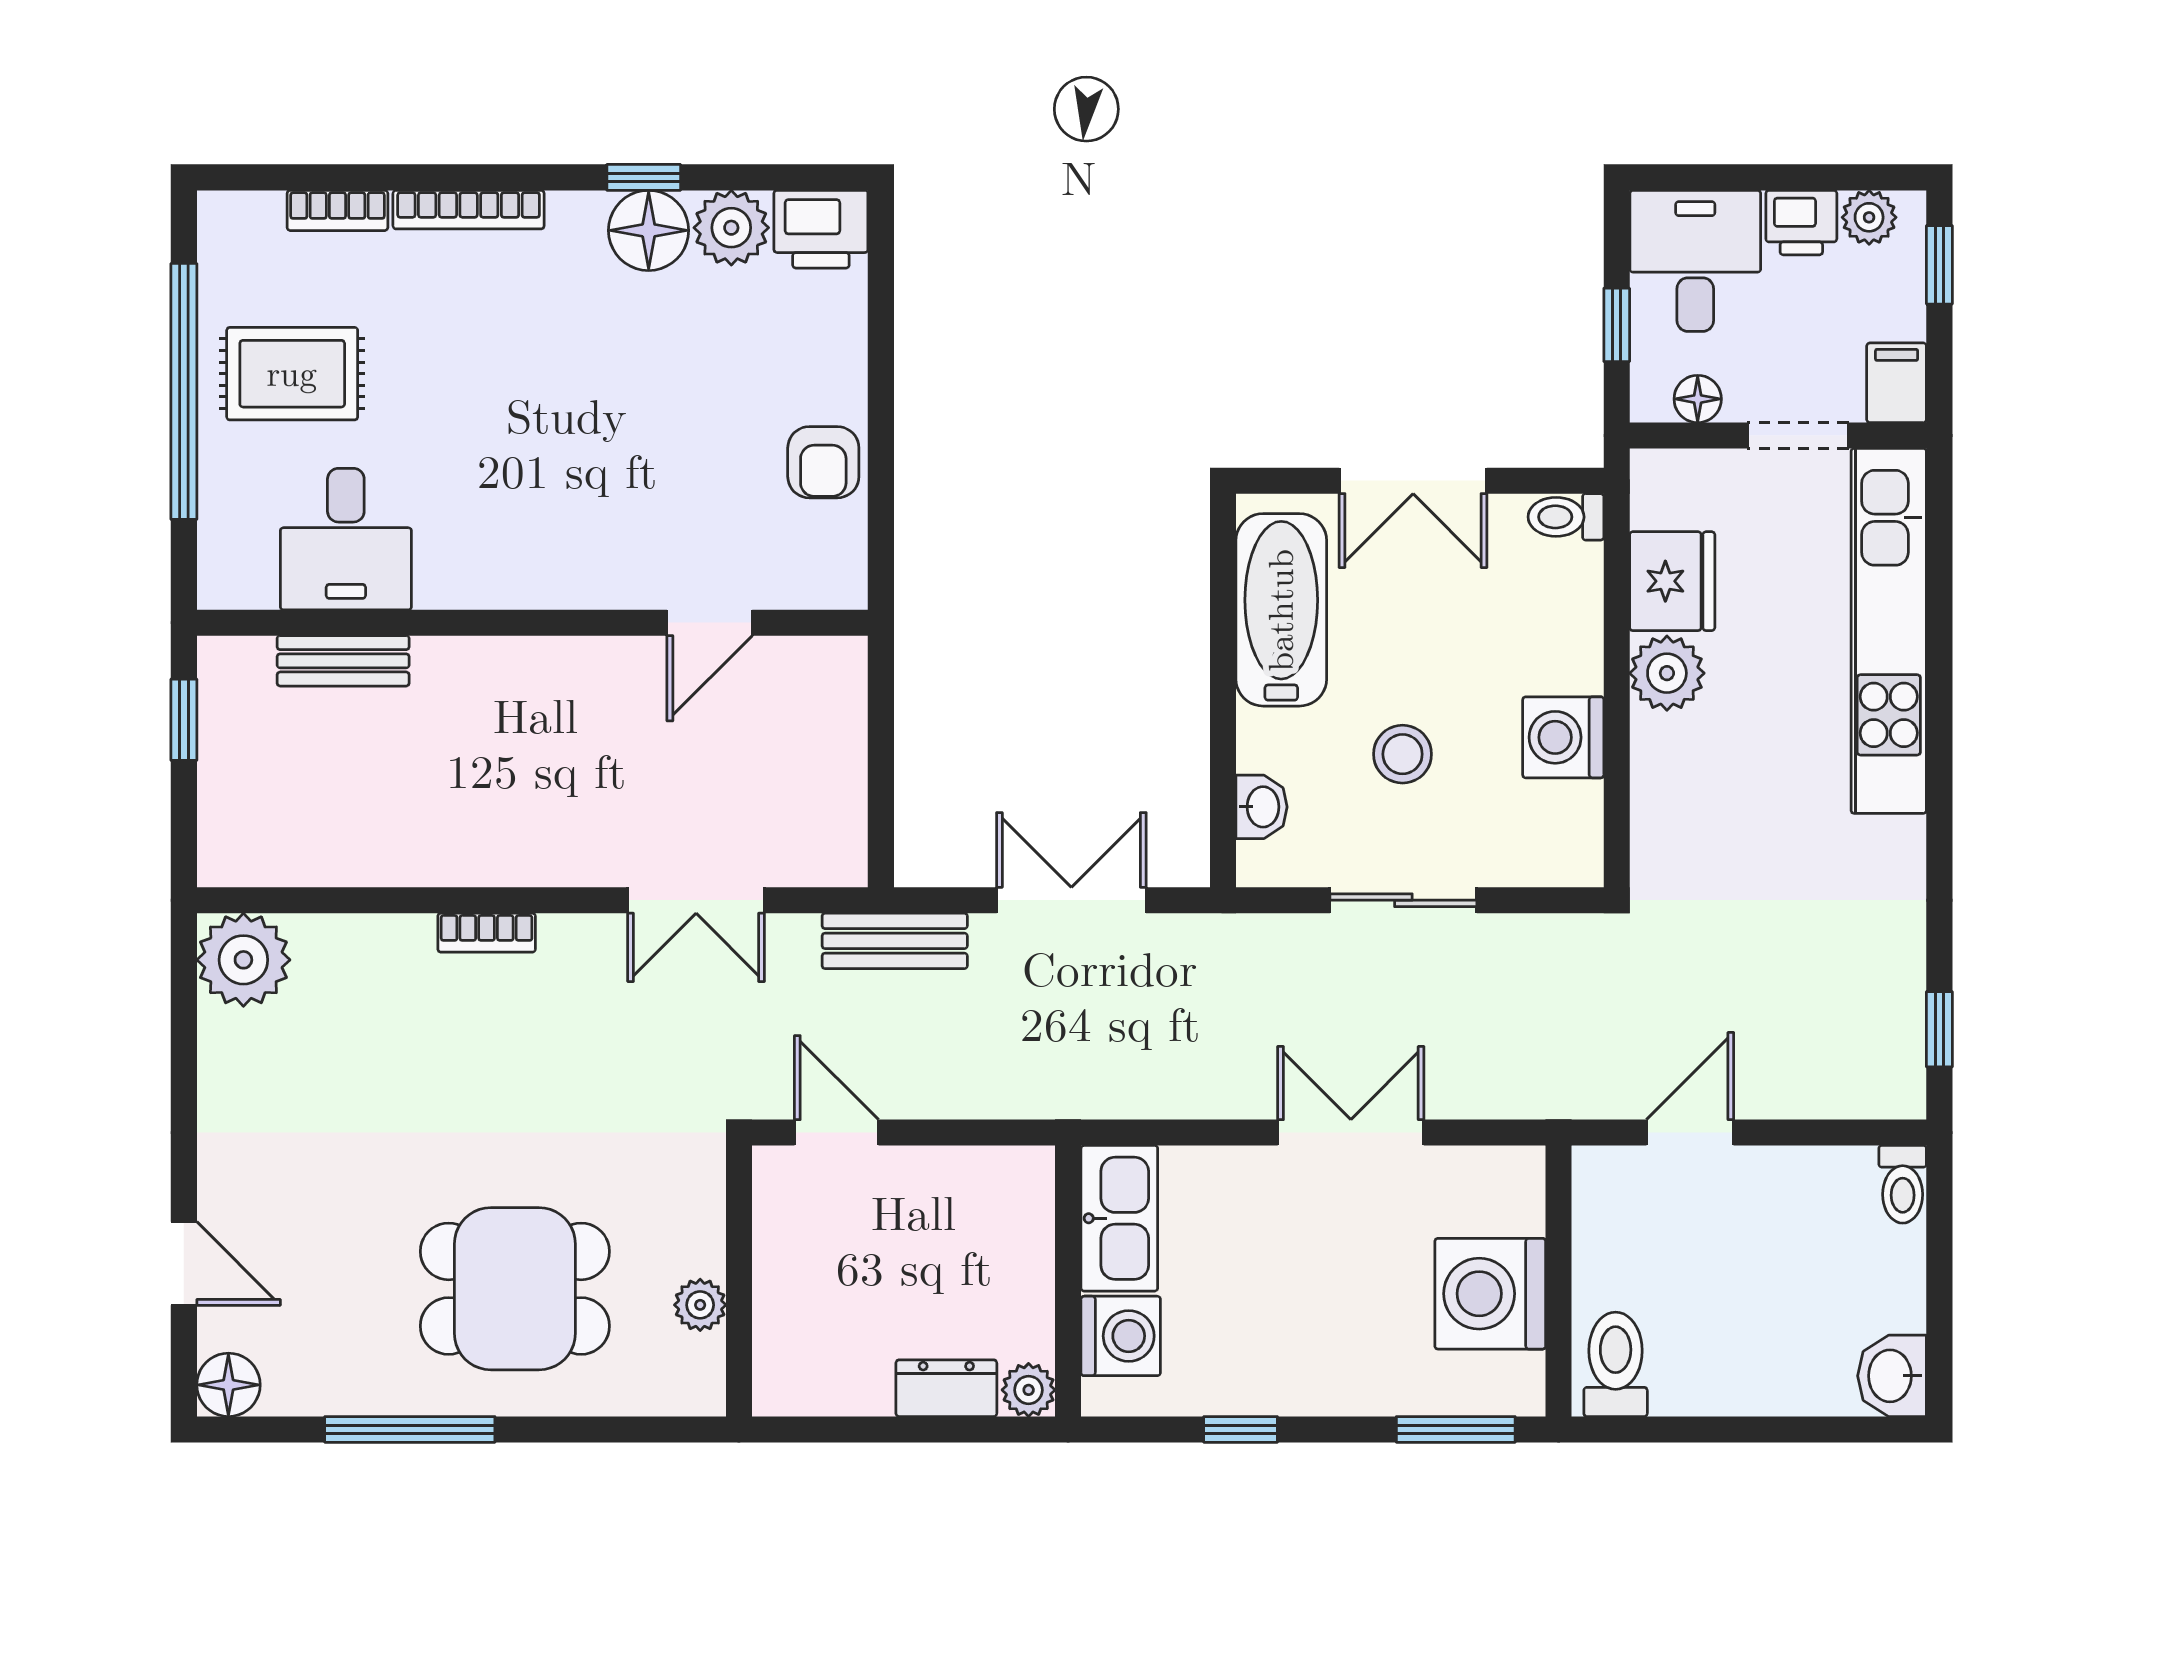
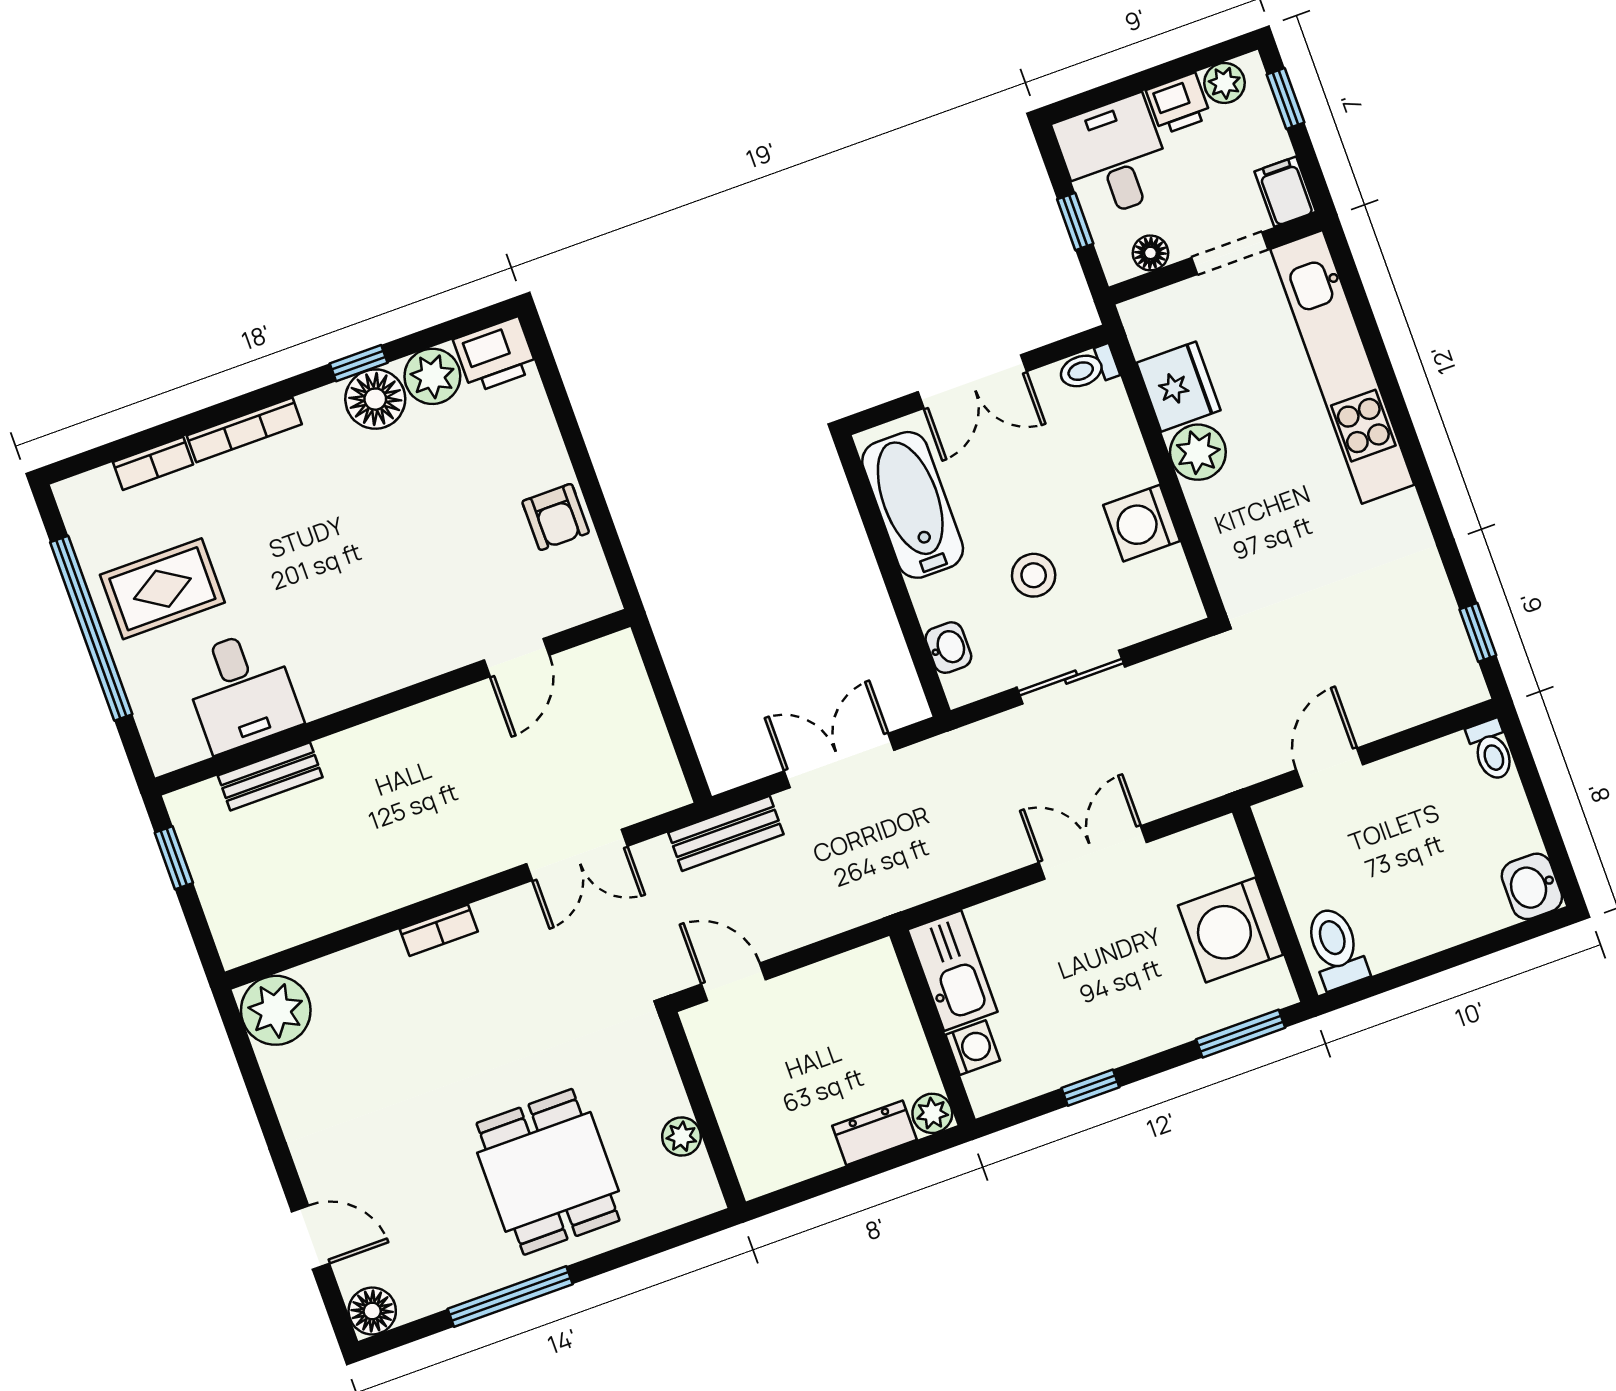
dining table: (515, 1289) -> (548, 1172), turned 90
washing machine: (1121, 1336) -> (973, 1048), width x0.73, depth x0.73

